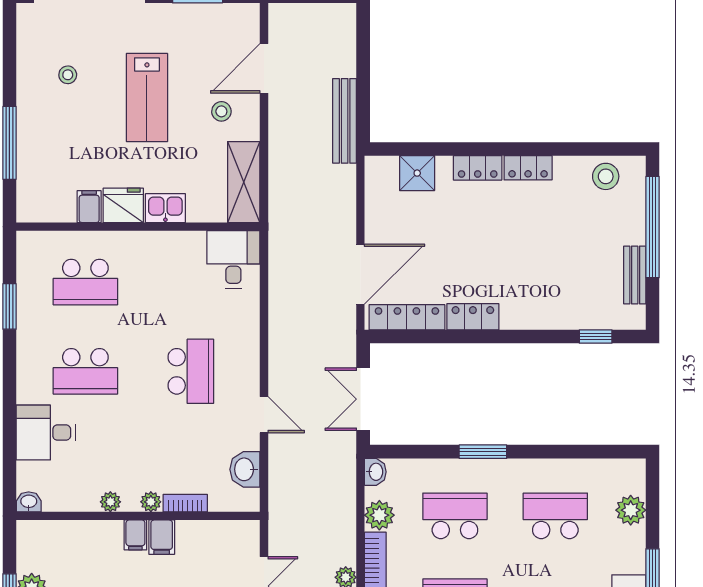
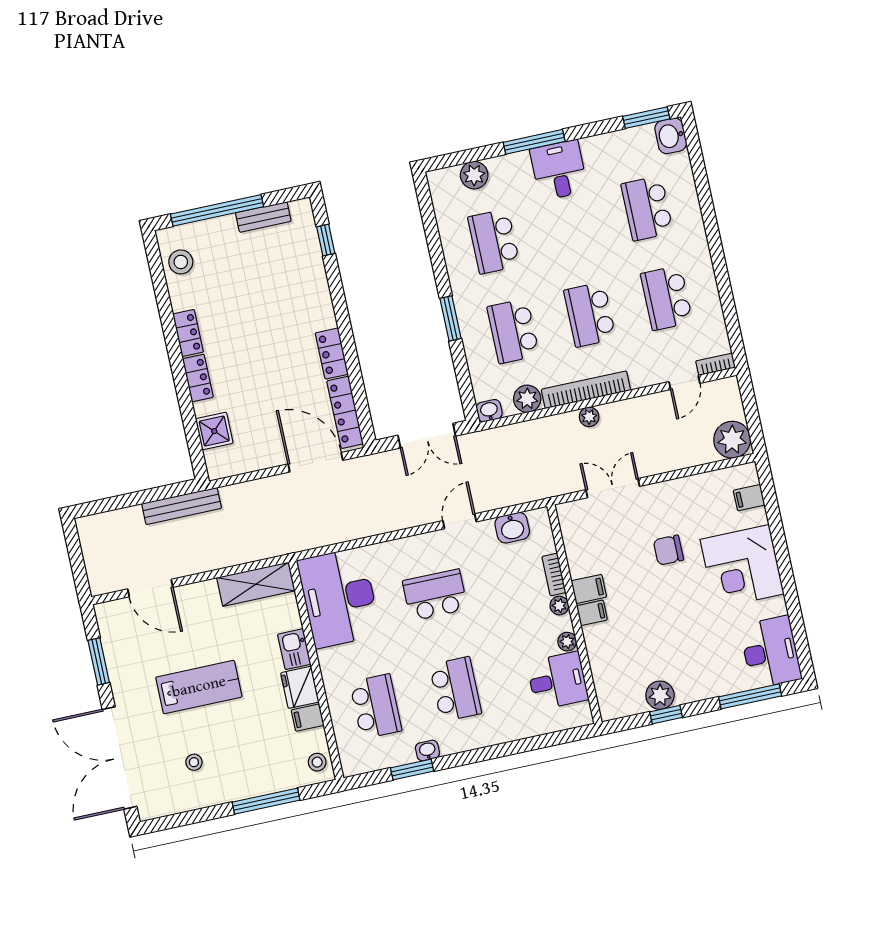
stool: (221, 111) -> (317, 762), moved
desk: (233, 259) -> (339, 598), width x1.87, depth x1.30
desk: (46, 433) -> (558, 681), moved, turned -90
washbasin: (29, 502) -> (427, 751), moved, turned 90

